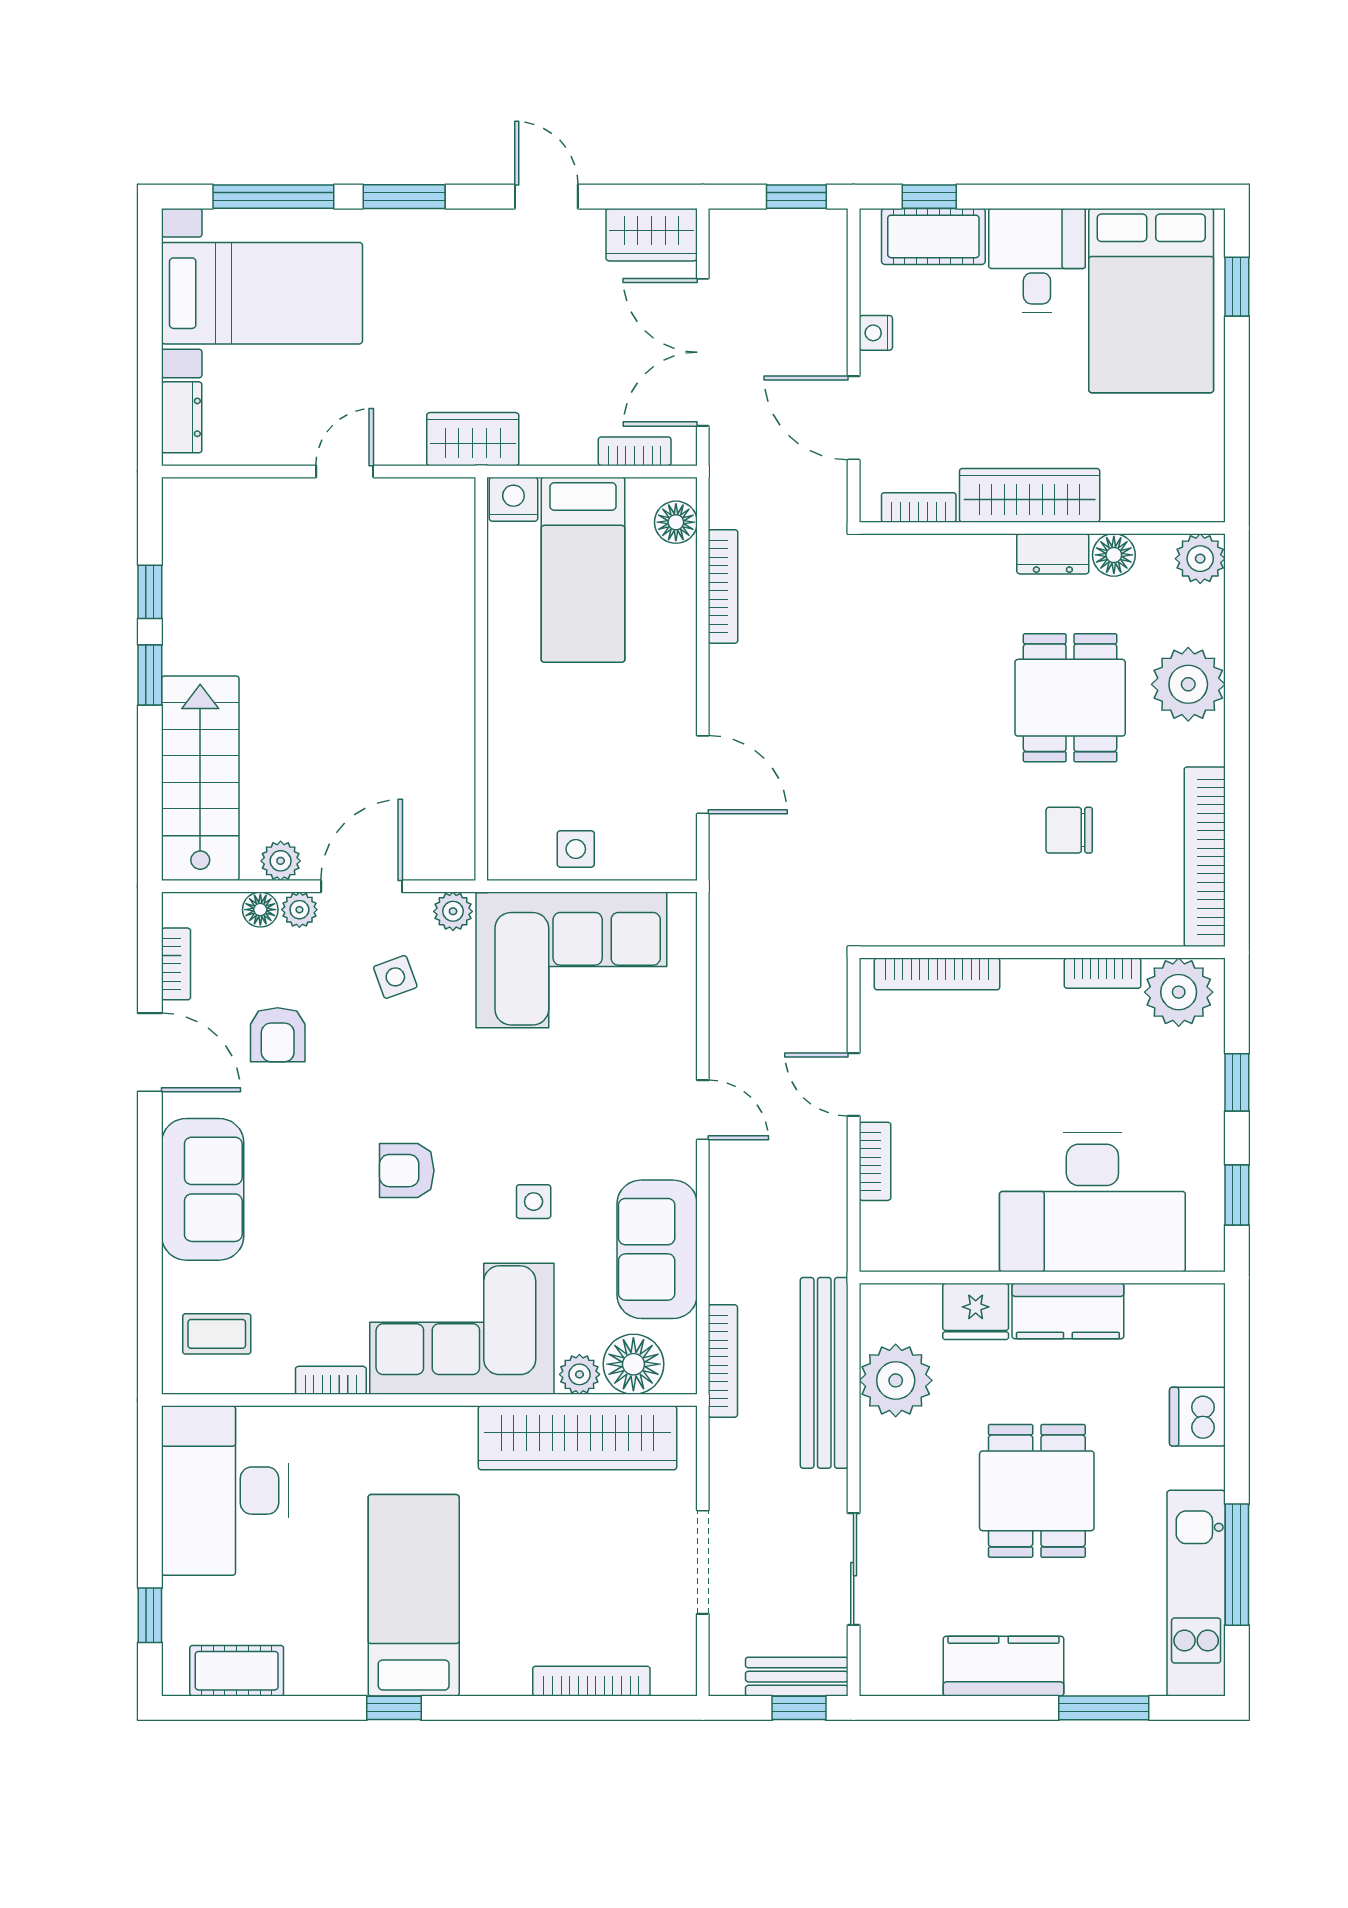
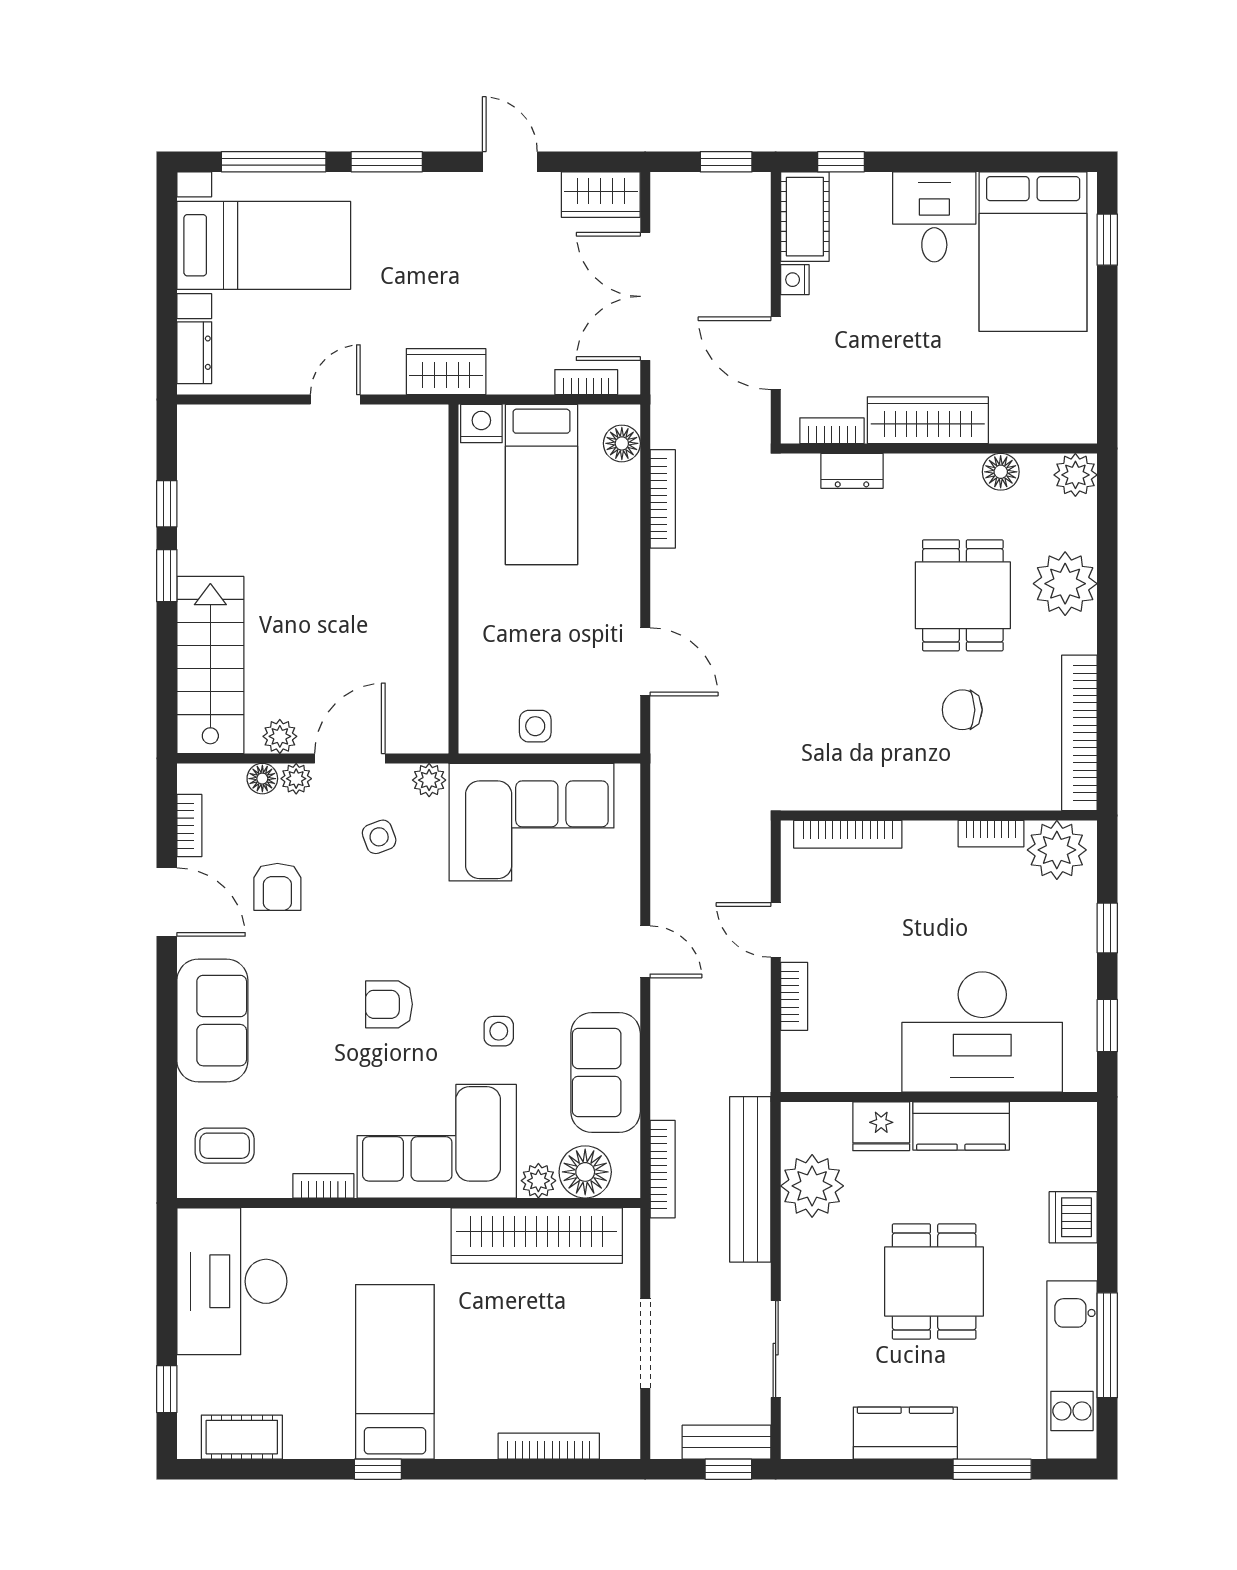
cot: (933, 236) -> (805, 217), moved, turned 90
dresser: (1053, 554) -> (852, 471), moved

